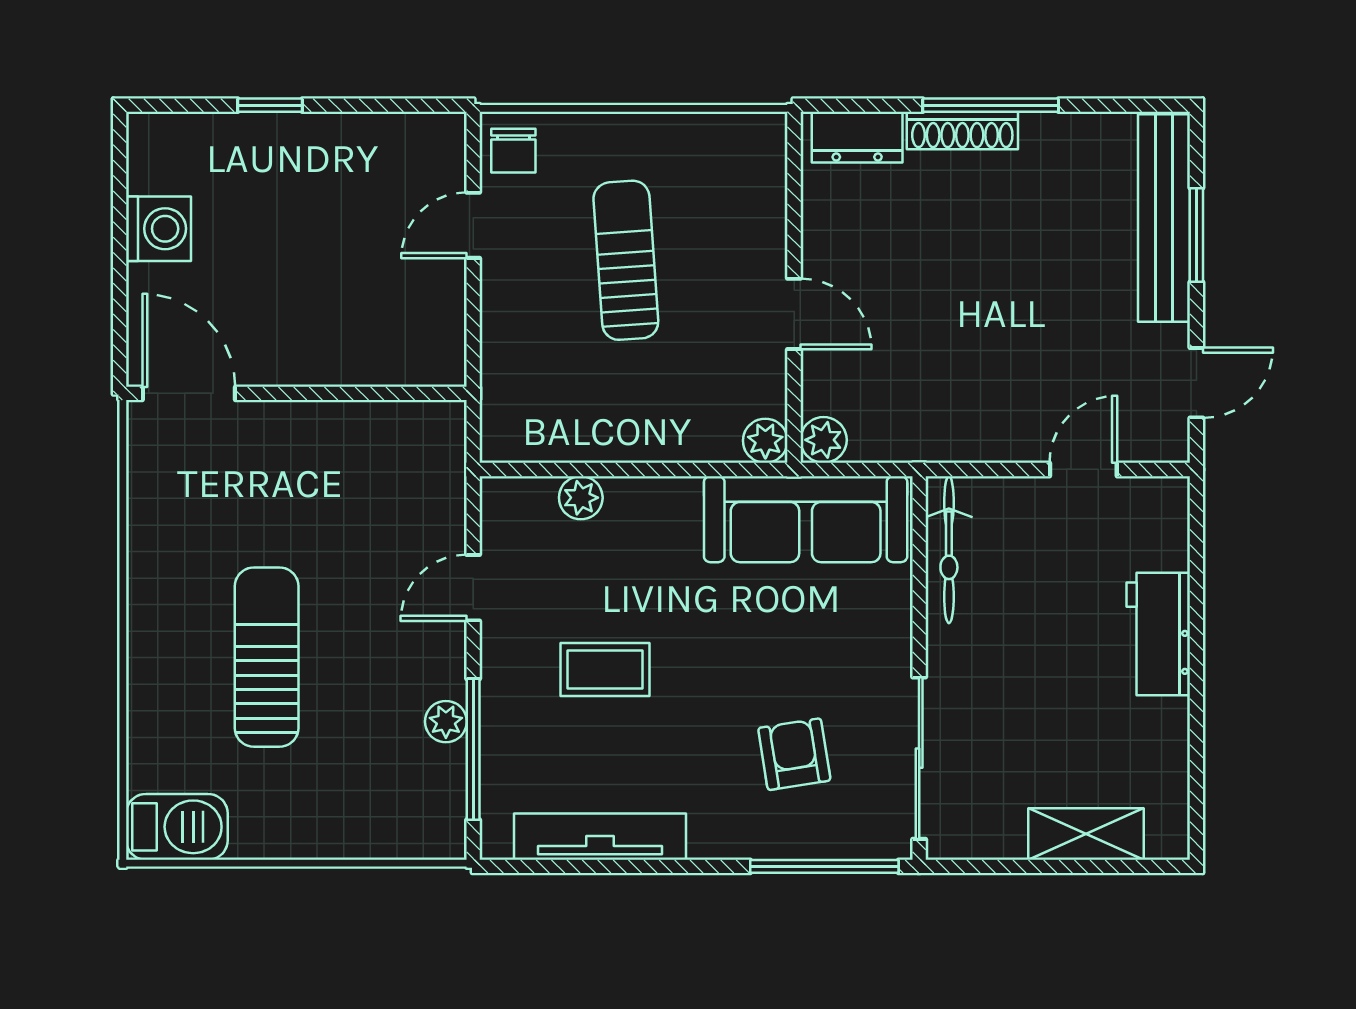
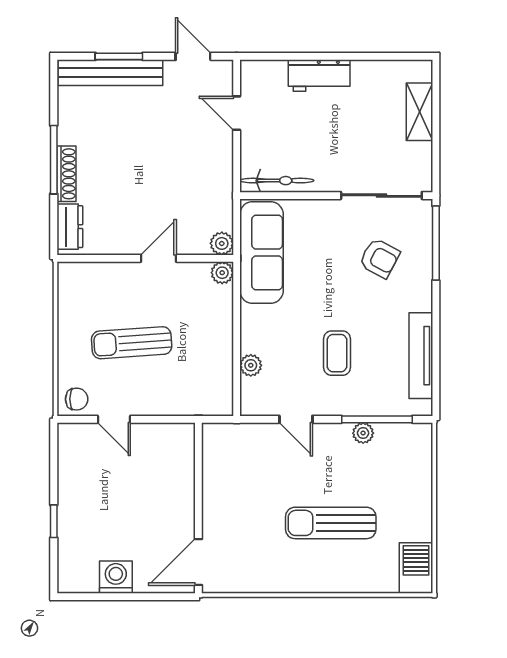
armchair: (794, 754) -> (379, 258), turned -143

